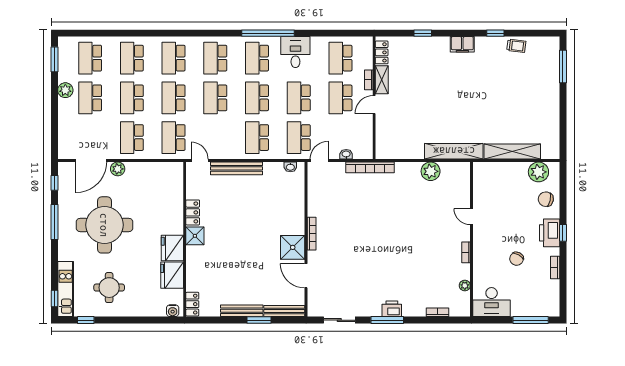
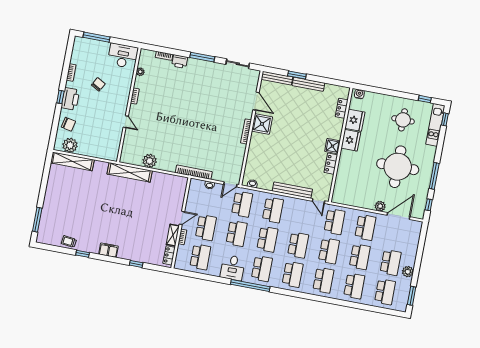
shelving: (512, 152) -> (72, 161), moved
locker: (192, 304) -> (342, 108), moved
printer: (392, 309) -> (180, 61), moved

